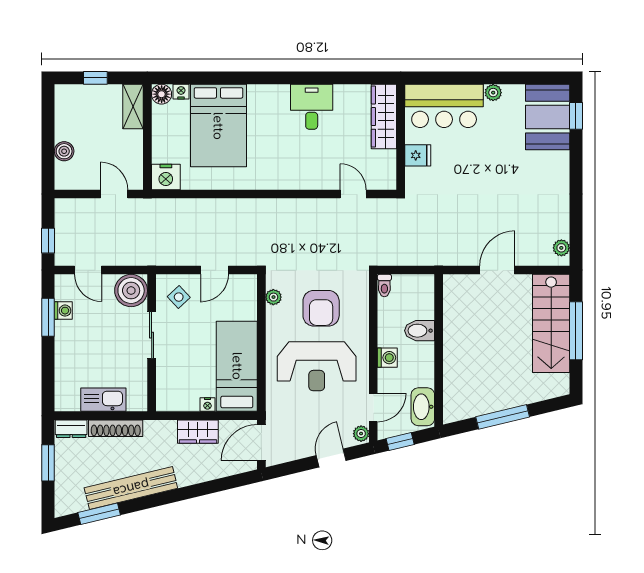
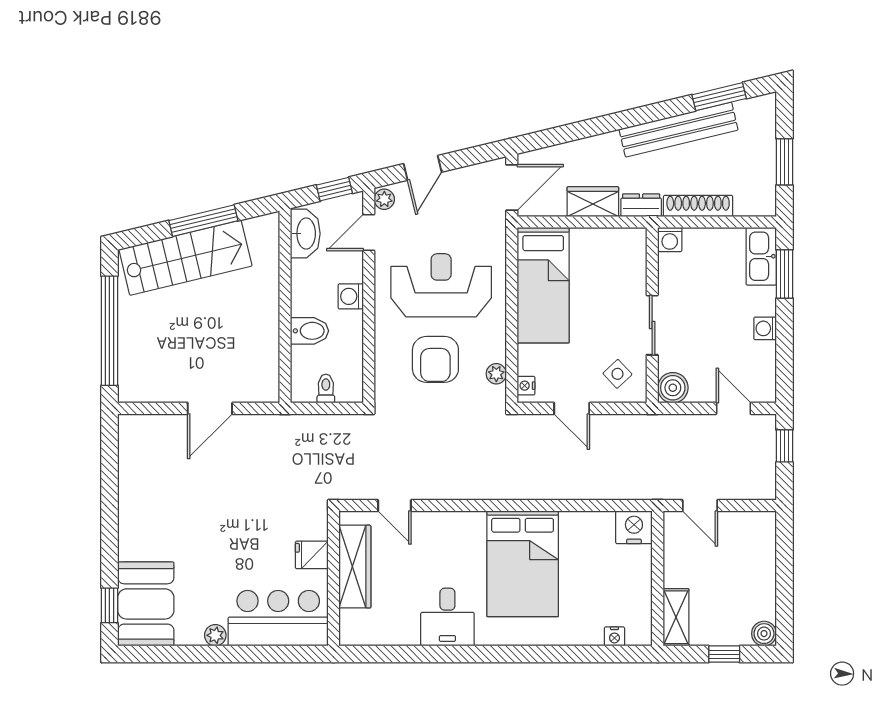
floor lamp: (162, 94) -> (639, 633), removed
wardrobe: (384, 117) -> (355, 567), moved
bed: (218, 126) -> (523, 564), moved, turned 180
boiler: (64, 151) -> (764, 634), moved
plant: (561, 248) -> (128, 437), removed
door: (214, 270) -> (572, 408), swing flipped
toilet: (384, 286) -> (326, 389), moved
boiler: (131, 291) -> (673, 388), width x0.73, depth x0.73
armchair: (321, 308) -> (435, 359), turned 180
washing machine: (63, 311) -> (765, 328), moved
window: (48, 317) -> (785, 274), moved
stairs: (551, 323) -> (185, 258), moved, turned 76
window: (576, 331) -> (109, 331), width x1.46
kitchen sink: (103, 400) -> (761, 256), moved, turned 90
washing machine: (138, 402) -> (670, 240), added
nightstand: (208, 405) -> (526, 386), moved, turned -90
dresser: (71, 429) -> (641, 205), moved

